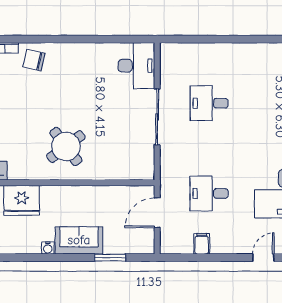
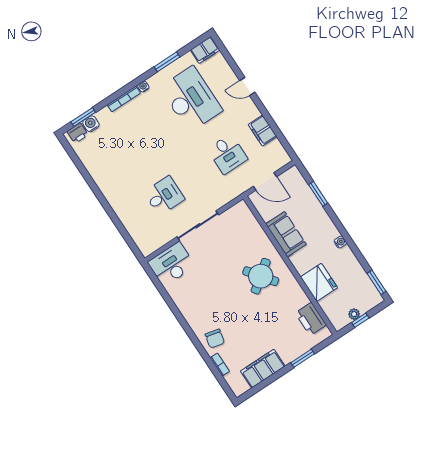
desk: (209, 103) -> (164, 196), turned -90
sofa: (79, 240) -> (286, 234), moved, turned 180
filing cabinet: (202, 244) -> (262, 131), width x2.00

